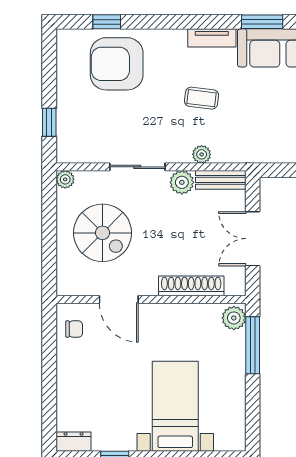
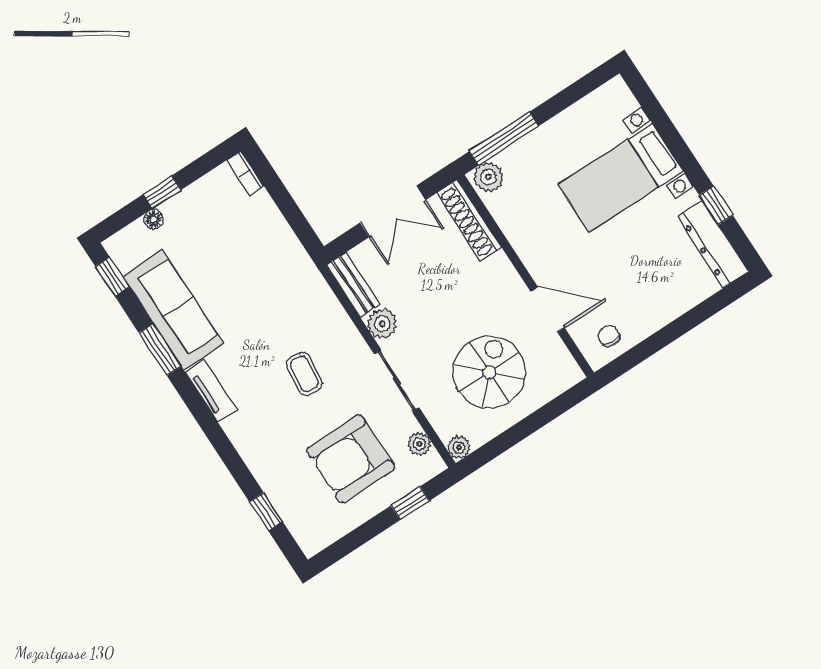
armchair: (117, 64) -> (351, 459), moved, turned 90
coffee table: (202, 98) -> (304, 374), moved
plant: (202, 154) -> (419, 444), moved
shoe rack: (191, 286) -> (469, 220), moved
door: (119, 299) -> (548, 310), hinge flipped
dresser: (74, 442) -> (713, 244), width x1.96, depth x1.24

